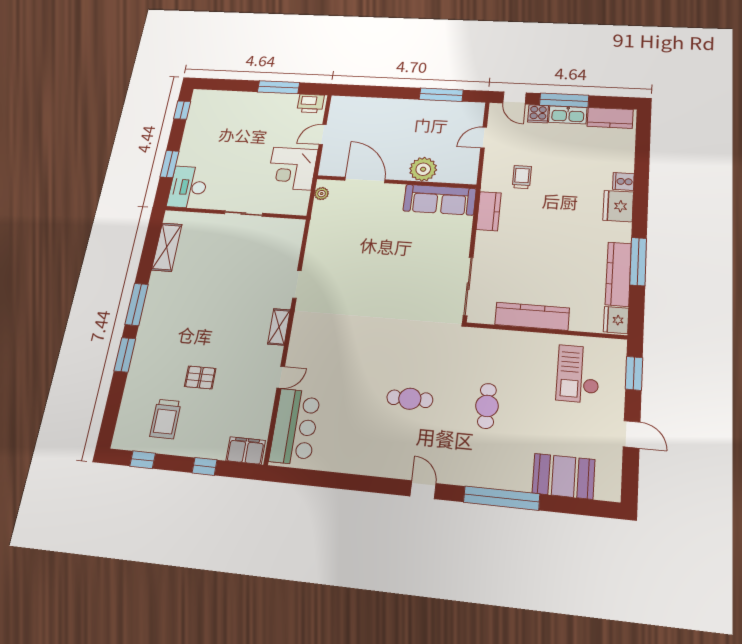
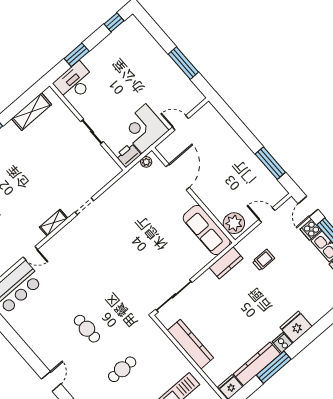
printer: (311, 103) -> (128, 155), moved, turned 90
plant: (423, 169) -> (234, 223), moved
cooker: (623, 181) -> (282, 343), moved

